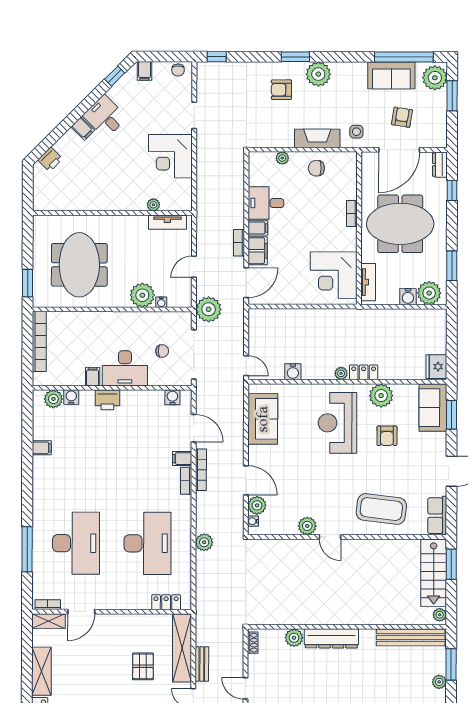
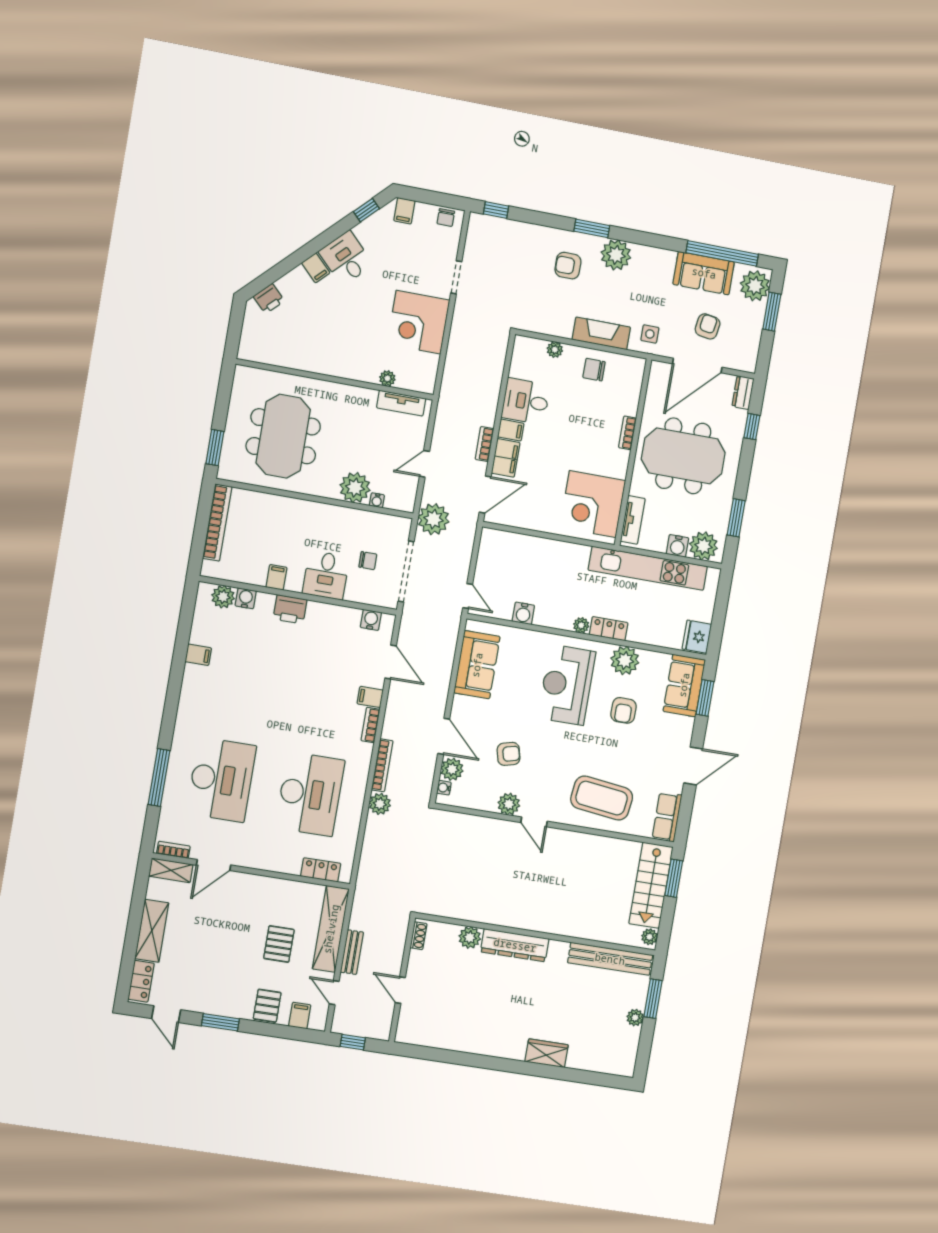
kitchen unit: (387, 319) -> (648, 568), added
desk: (125, 368) -> (326, 575), width x0.73
bookcase: (201, 470) -> (382, 765), moved
armchair: (300, 486) -> (509, 754), added

